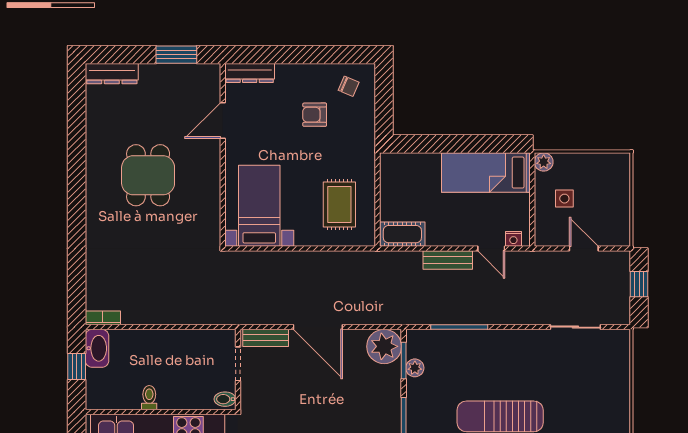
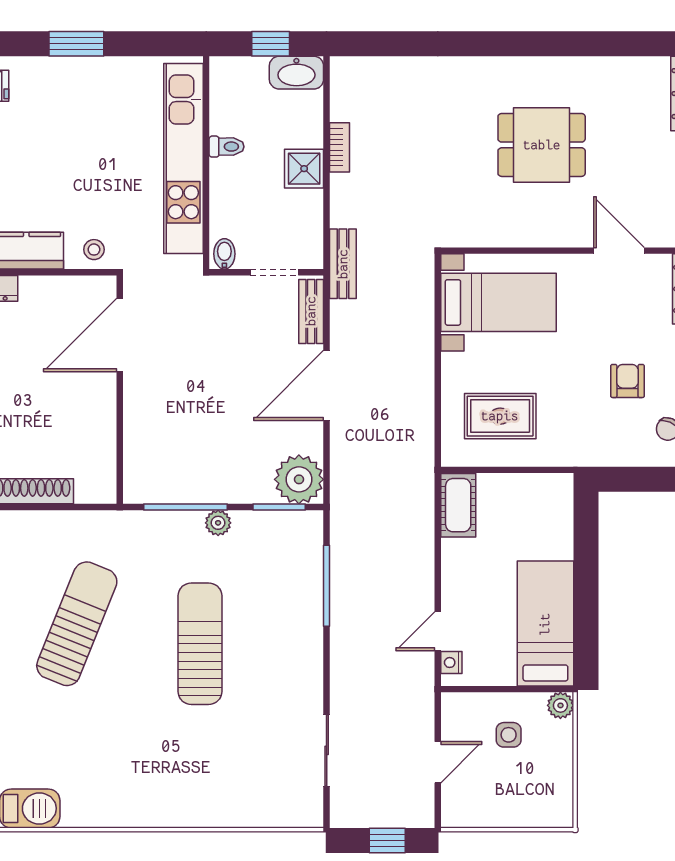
bench: (448, 260) -> (343, 264), moved
bookcase: (103, 318) -> (340, 147), moved
shower: (165, 343) -> (304, 169), added
plant: (415, 368) -> (218, 523), moved

